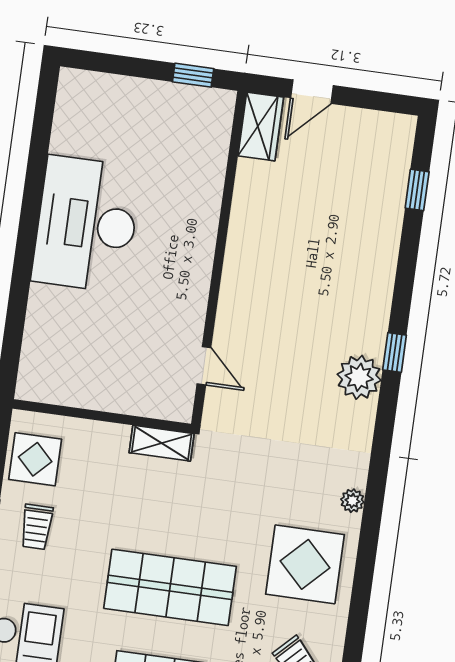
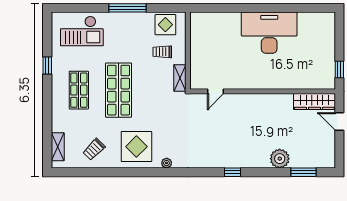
wardrobe: (261, 127) -> (314, 102), width x1.50
window: (417, 190) -> (303, 172), width x1.50
plant: (359, 377) -> (280, 159), moved
trolley: (37, 527) -> (162, 52), moved

